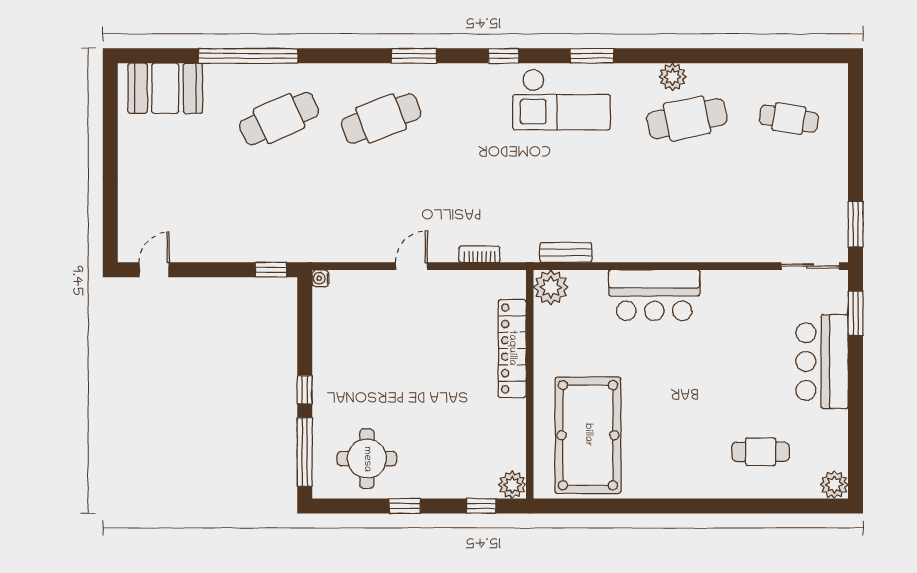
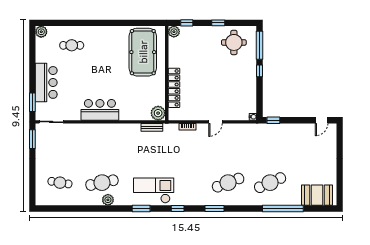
bar counter: (654, 295) -> (100, 110), moved

